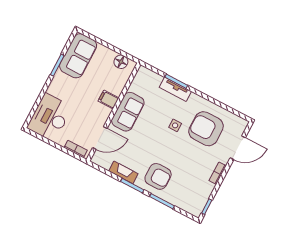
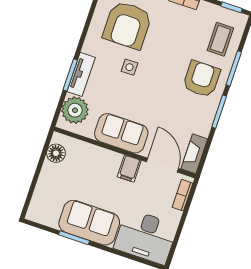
sofa: (78, 56) -> (89, 223), moved
plant: (150, 81) -> (75, 110), added
filing cabinet: (108, 99) -> (129, 169), moved
fireplace: (123, 172) -> (194, 154), moved
coffee table: (185, 195) -> (220, 39), added

